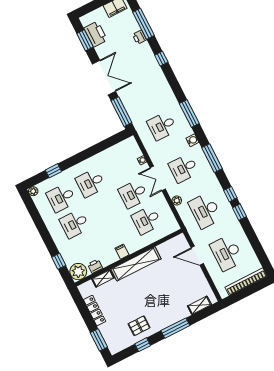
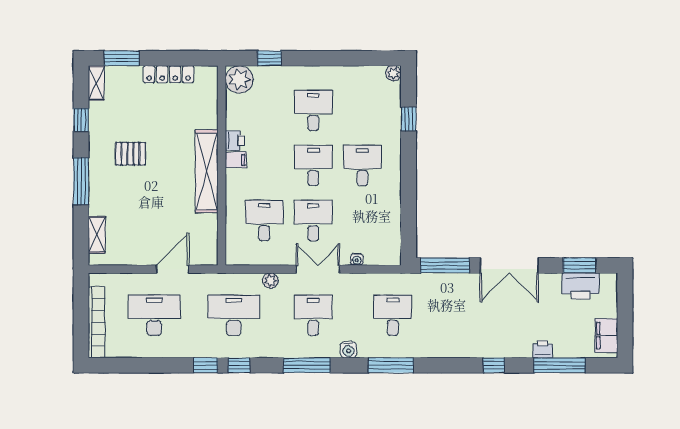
desk: (61, 198) -> (313, 165), moved
printer: (95, 266) -> (234, 141), moved
shelving: (103, 278) -> (96, 83), moved
pallet: (139, 326) -> (131, 154), moved, turned 90

